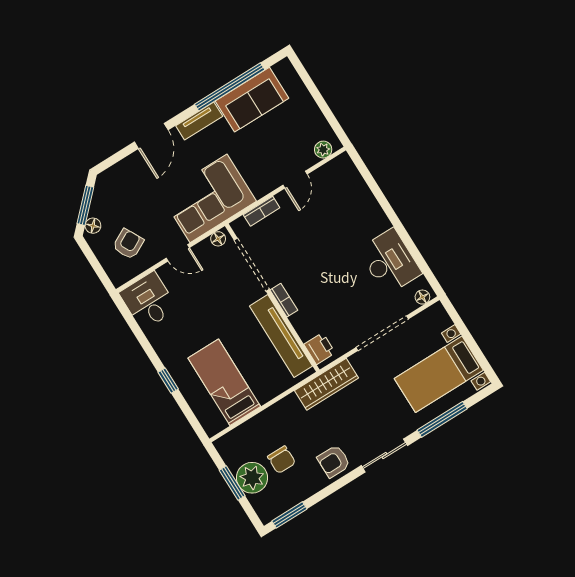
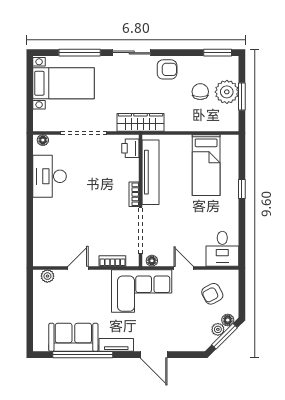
door: (151, 136) -> (154, 355), swing flipped
plant: (97, 208) -> (218, 329), added

